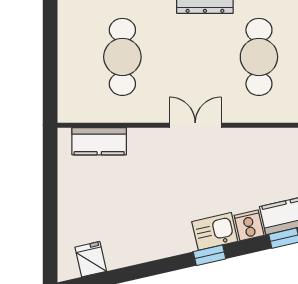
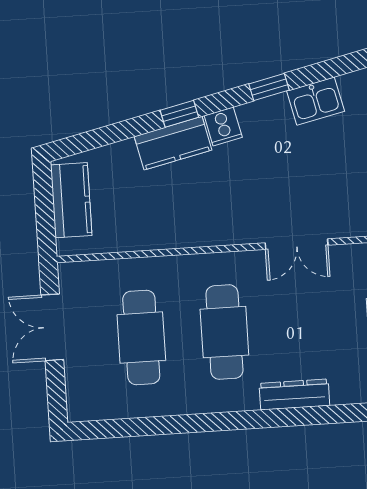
kitchen sink: (215, 231) -> (316, 101), moved

